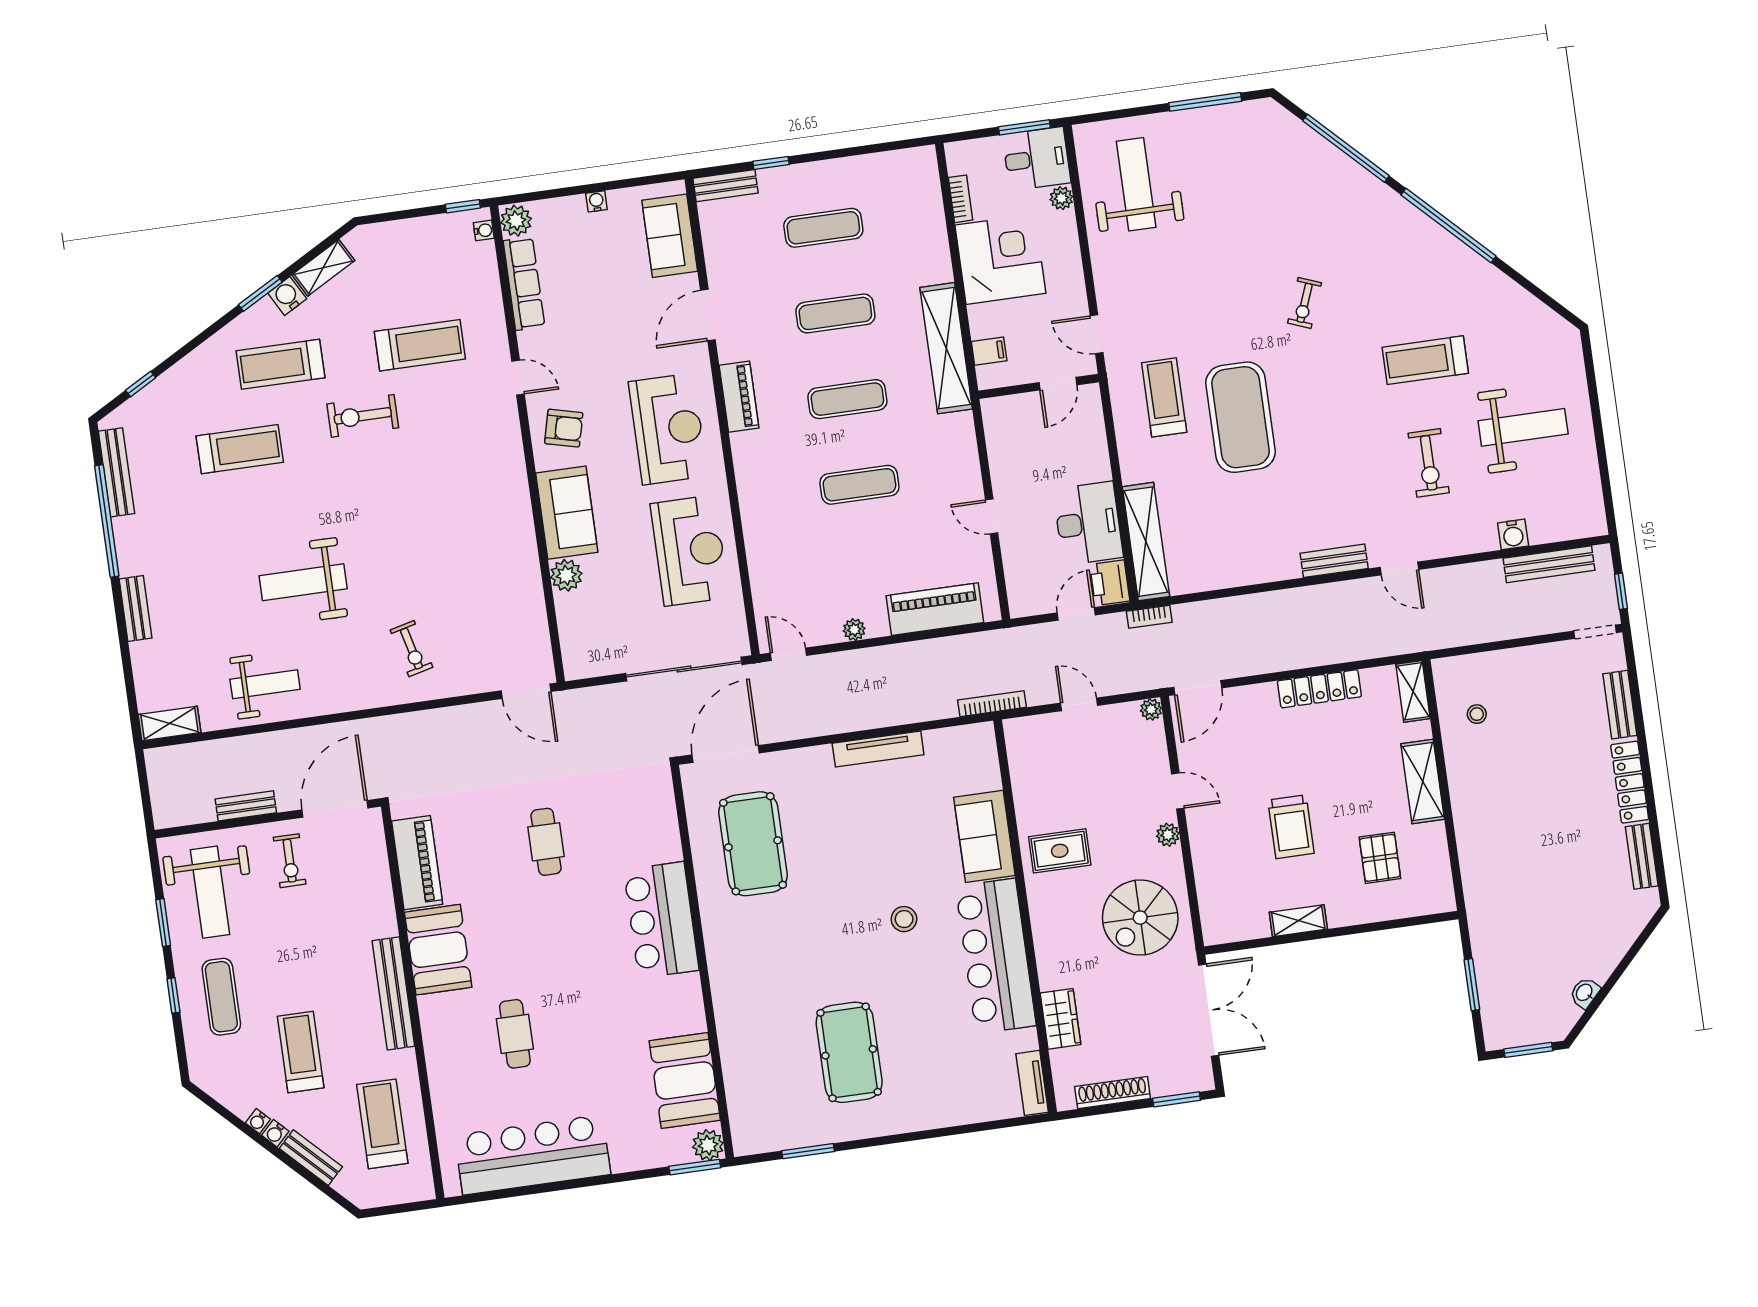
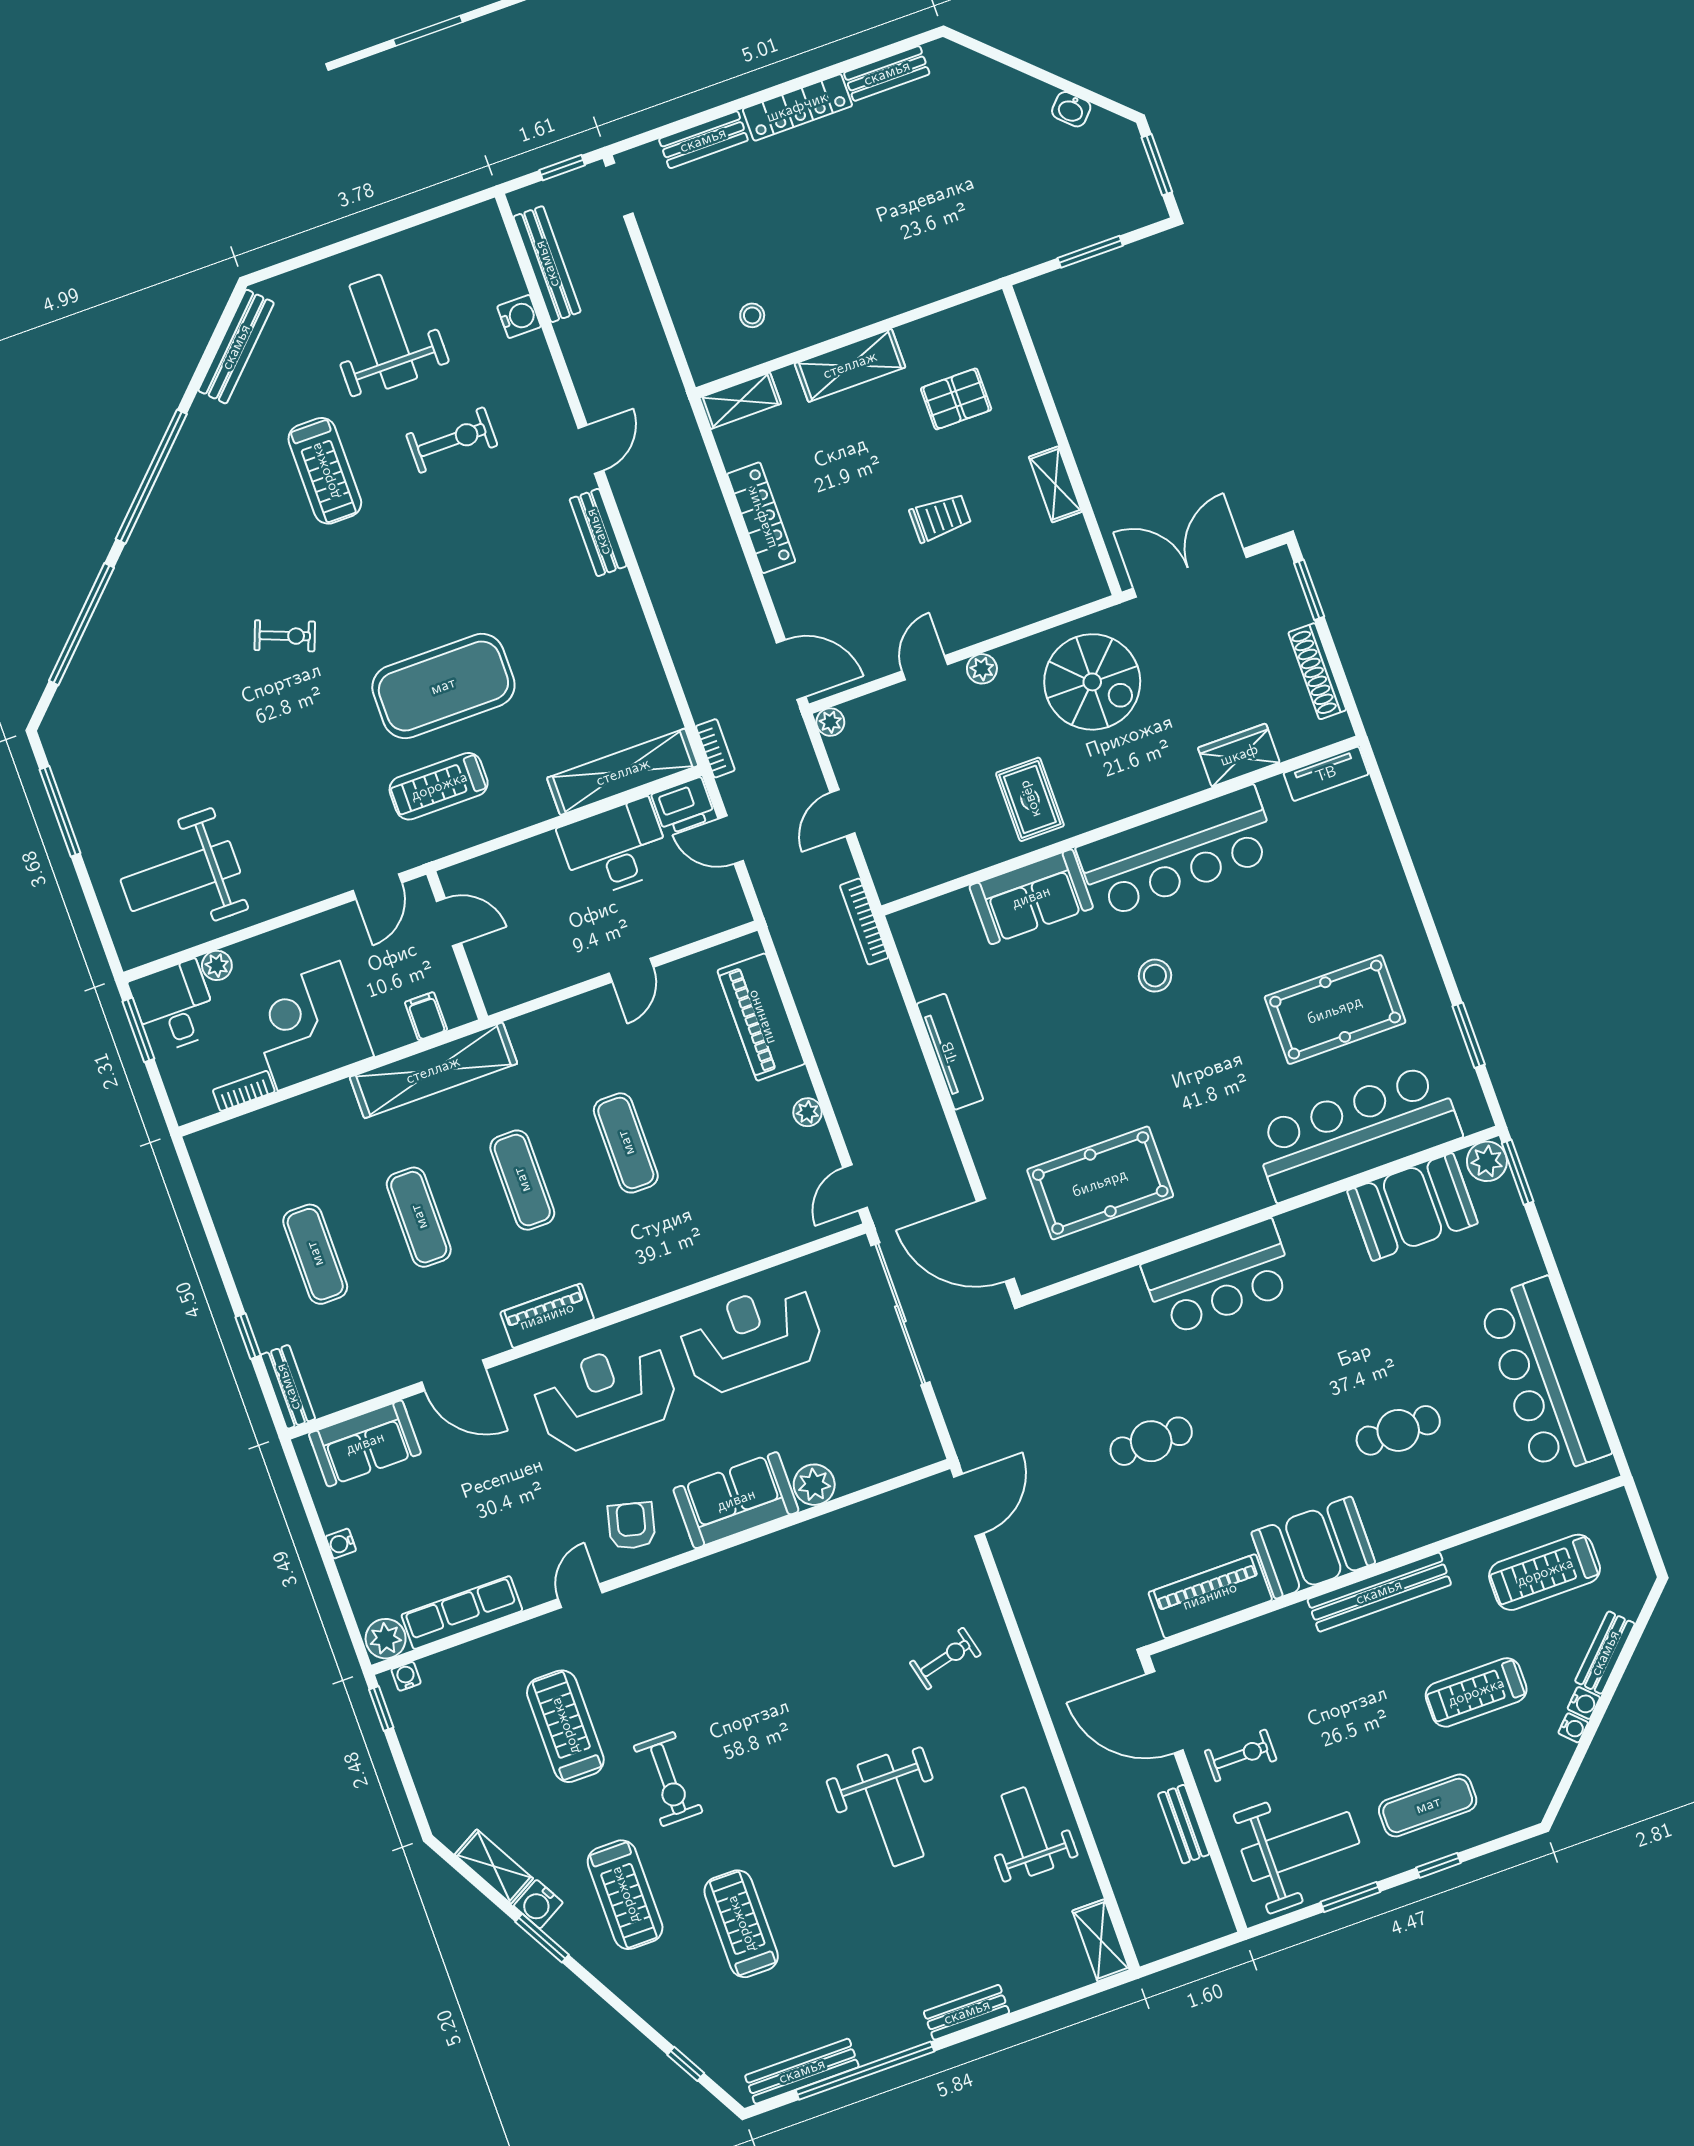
bench: (1535, 312) -> (236, 347), added
trolley: (1291, 827) -> (940, 518), width x0.73, depth x0.72
bar counter: (751, 1049) -> (1357, 1133), added

